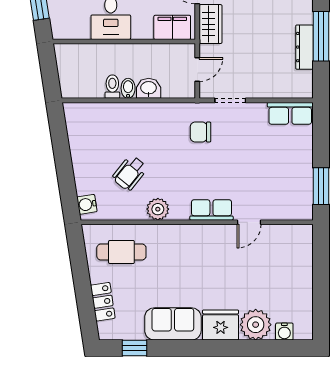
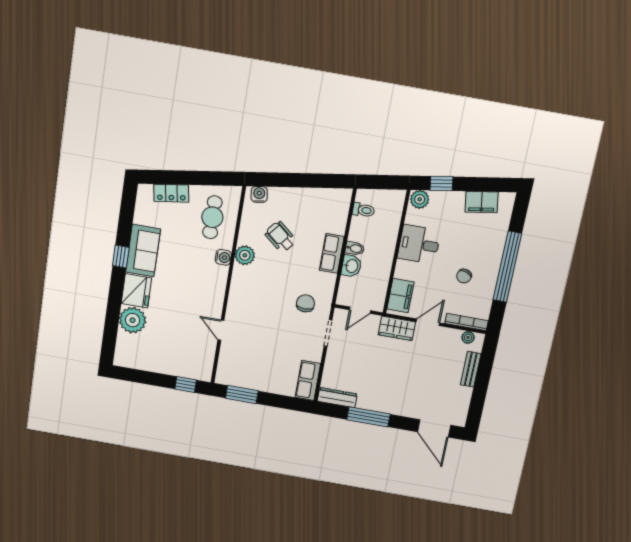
plant: (61, 27) -> (420, 199), added
dresser: (304, 47) -> (337, 398), moved
door: (197, 69) -> (360, 310), hinge flipped
toilet: (112, 87) -> (363, 210), moved
row of seats: (211, 210) -> (332, 253), moved, turned 180
window: (321, 253) -> (186, 385), added
water cooler: (284, 332) -> (223, 257), moved, turned 180
window: (135, 348) -> (121, 257), moved

